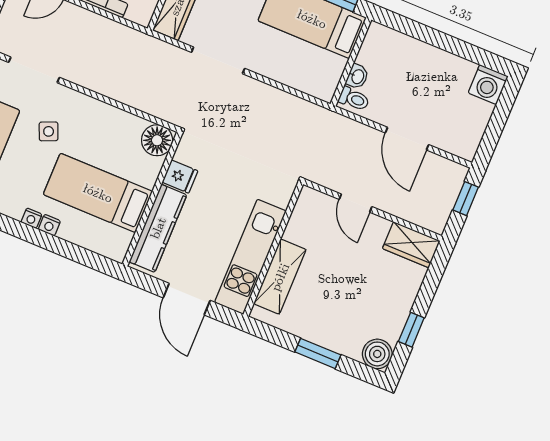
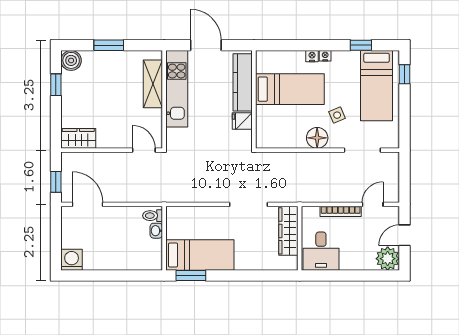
door: (407, 139) -> (87, 204), moved
floor lamp: (157, 140) -> (317, 138), moved
door: (356, 203) -> (144, 150), moved

